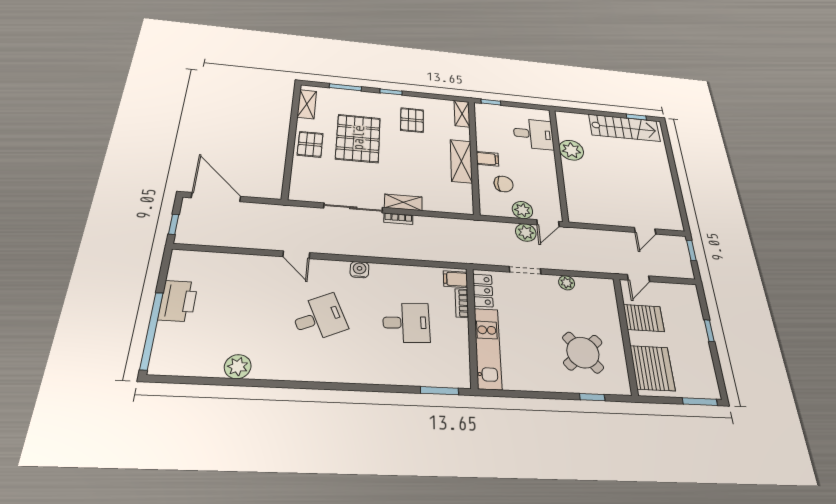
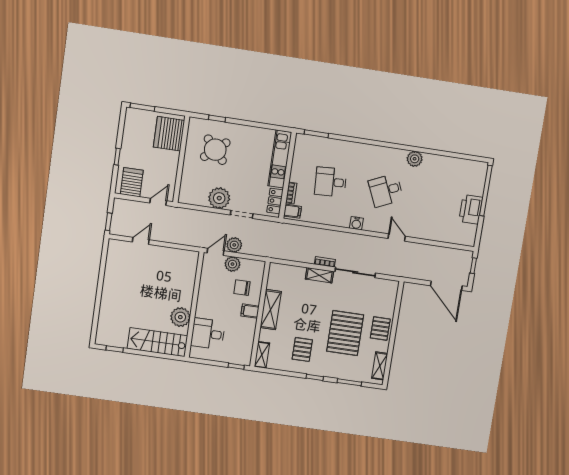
stairs: (624, 128) -> (157, 342), moved
plant: (567, 283) -> (219, 198), width x1.87, depth x1.87
server rack: (644, 318) -> (132, 182), moved, turned 90
plant: (238, 367) -> (415, 159), moved

